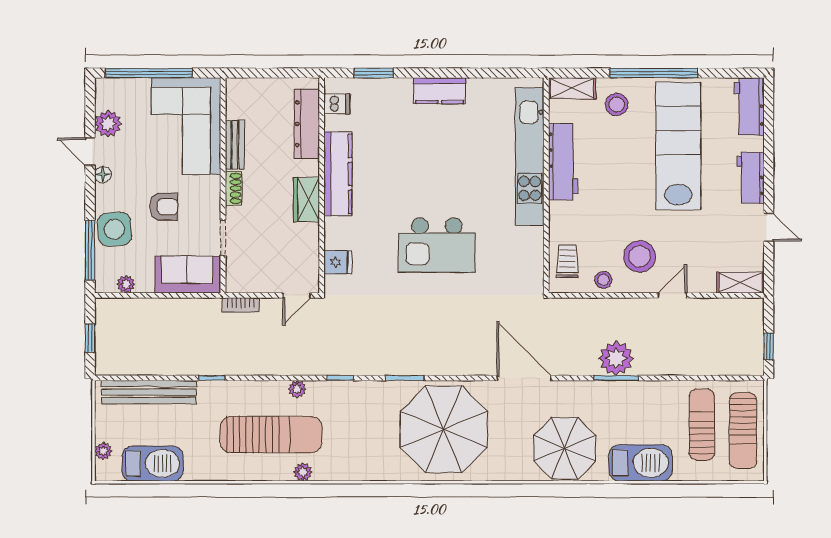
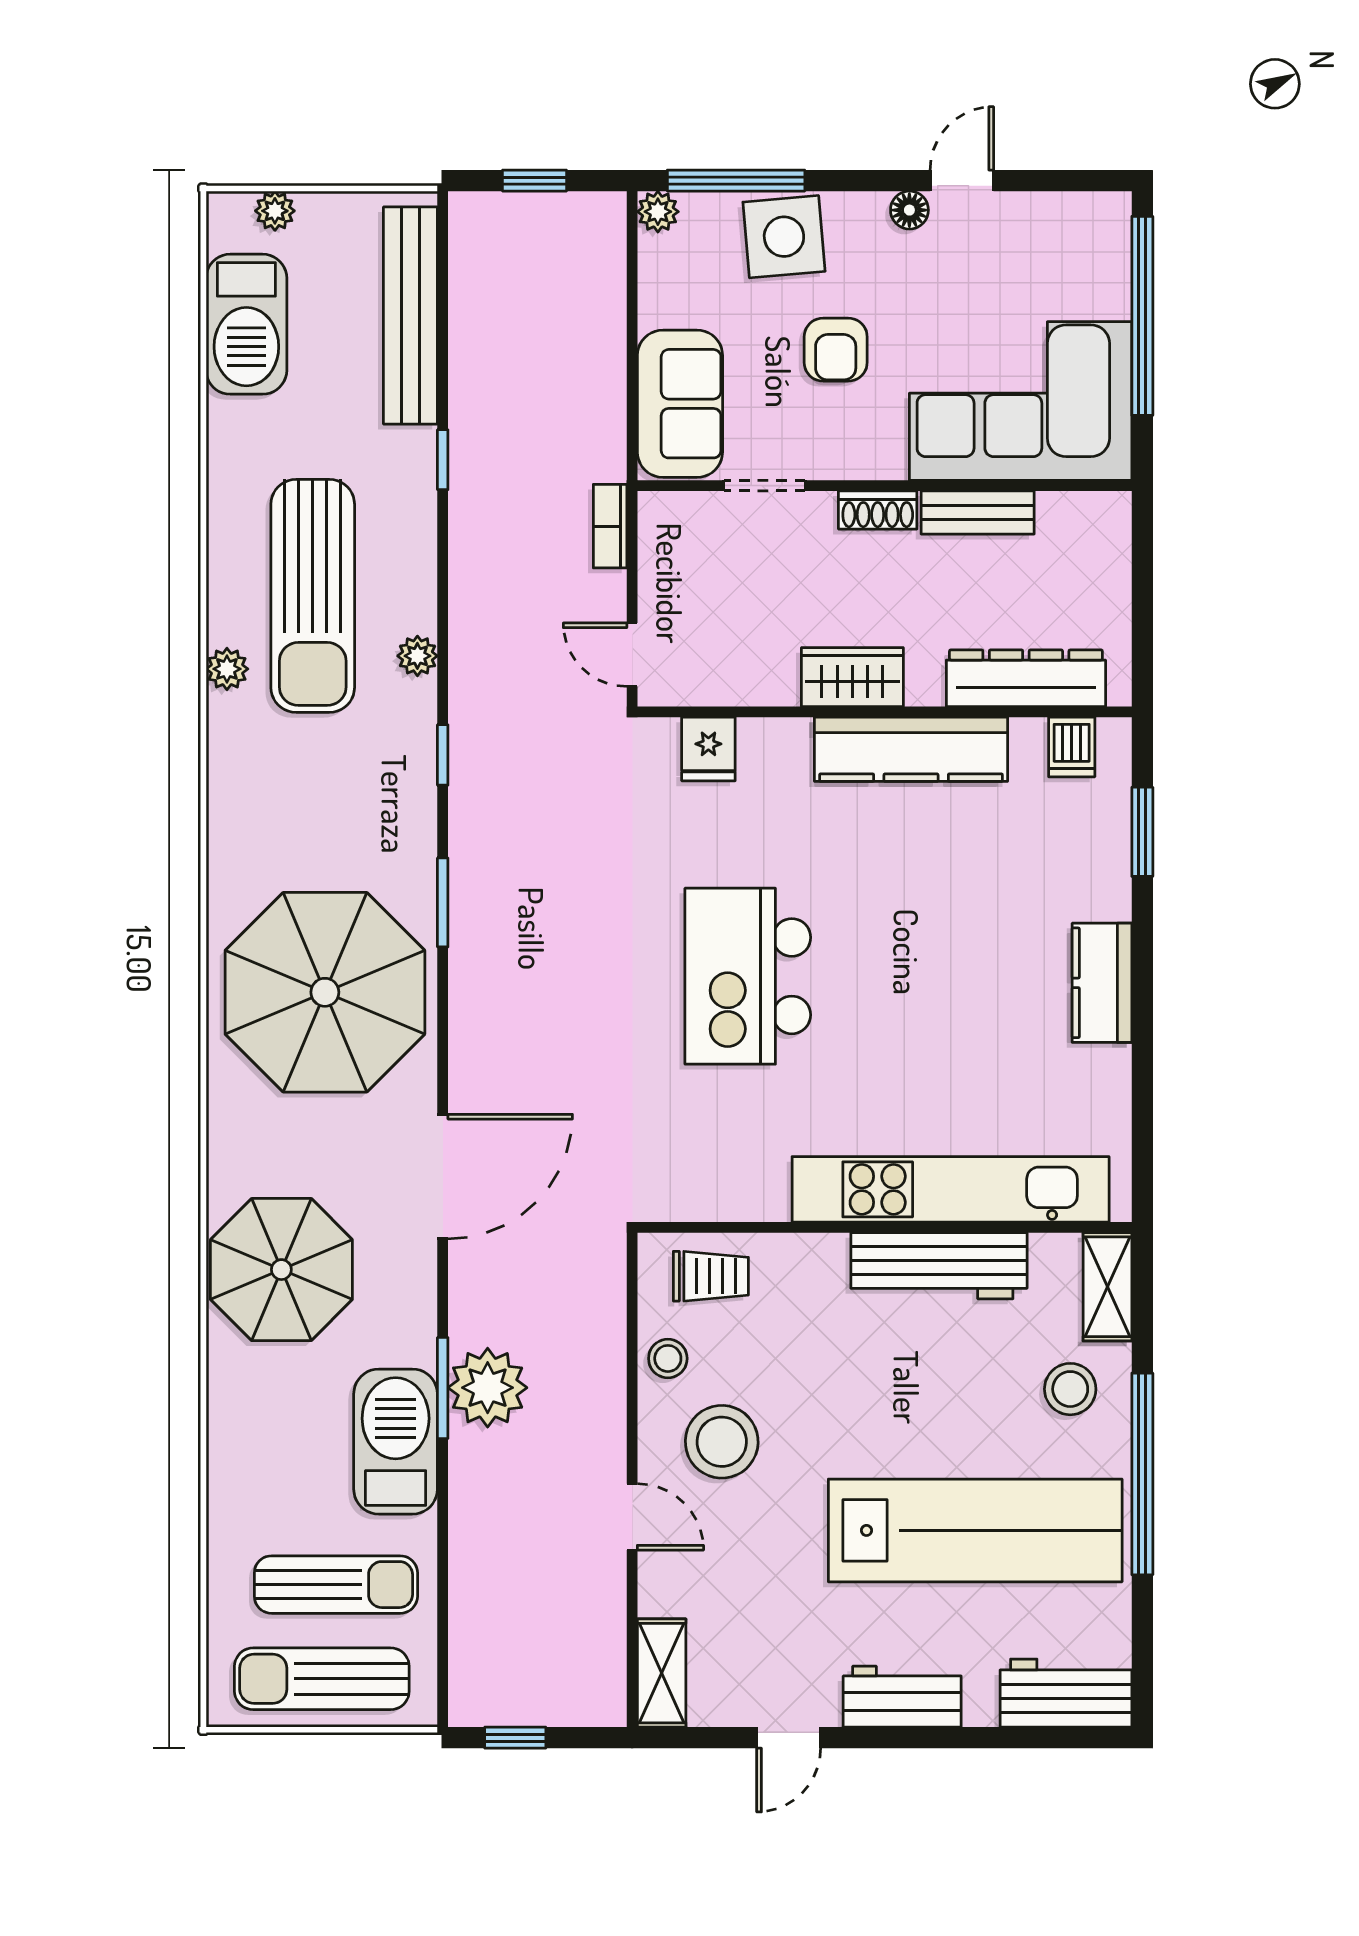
plant: (108, 124) -> (1026, 222), removed
plant: (126, 284) -> (658, 212), moved
barbecue: (641, 463) -> (396, 1442), moved, turned 180

